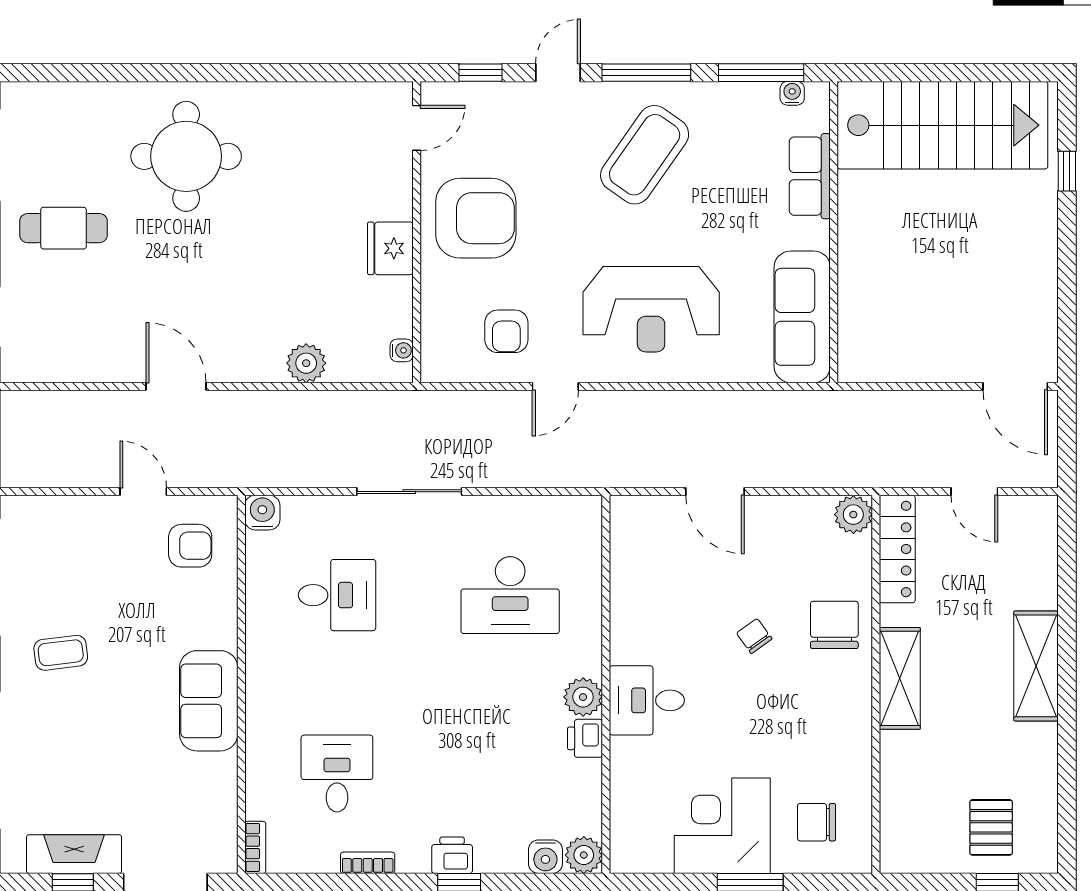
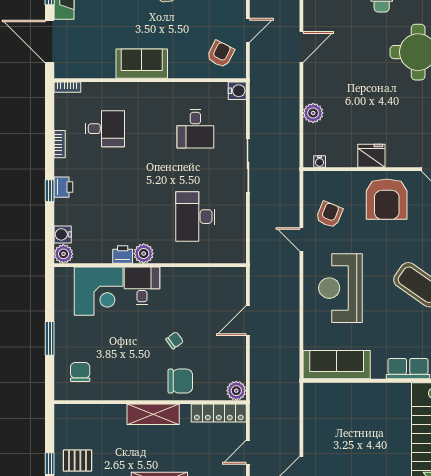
armchair: (506, 331) -> (329, 215), turned 112
armchair: (190, 546) -> (220, 54), turned -153
corner desk: (722, 826) -> (99, 291), moved, turned 90

